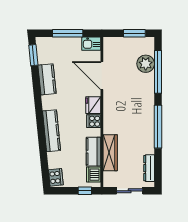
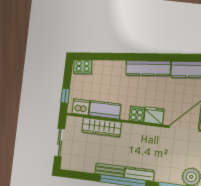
kitchen counter: (52, 131) -> (148, 68), moved
bench: (149, 140) -> (110, 170), added
dresser: (149, 168) -> (139, 174), moved

